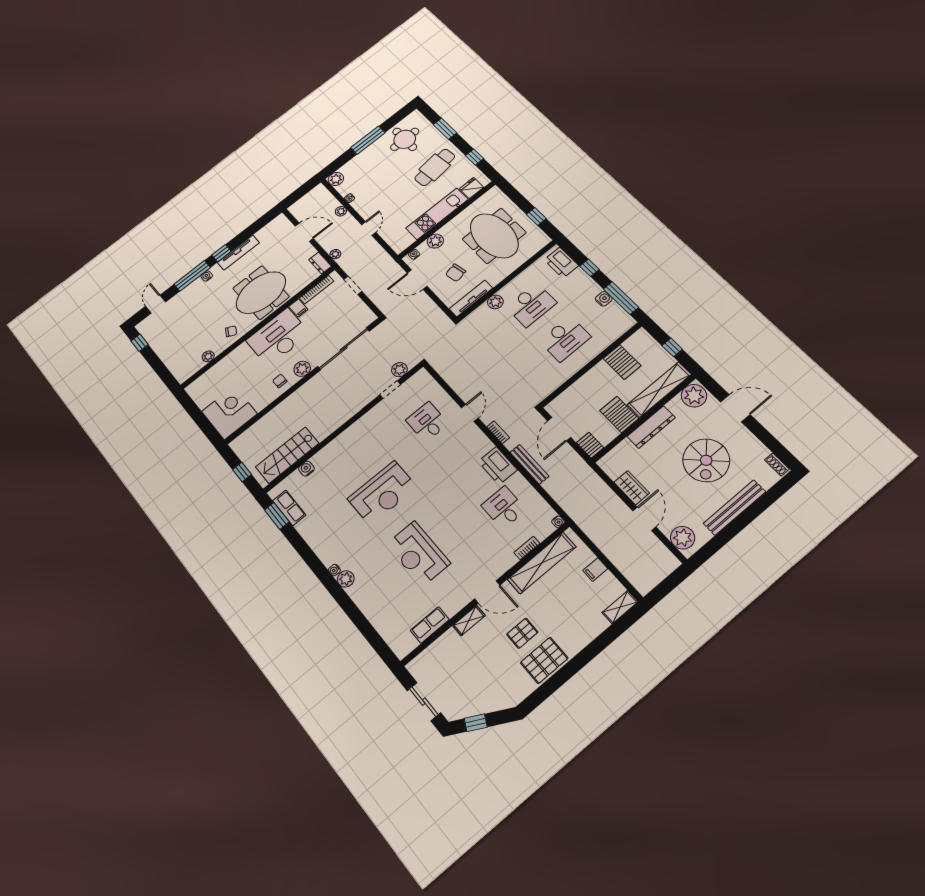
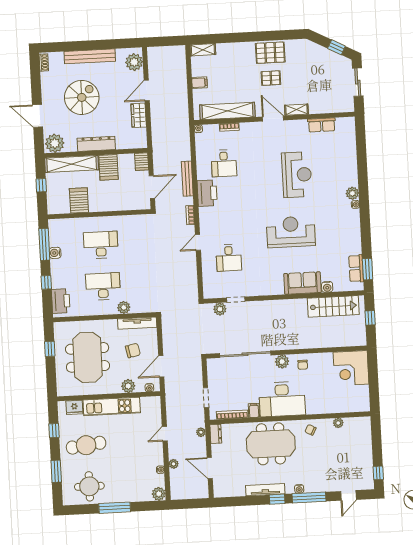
door: (417, 280) -> (161, 366), swing flipped
sofa: (334, 454) -> (302, 283), added

